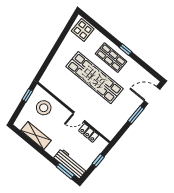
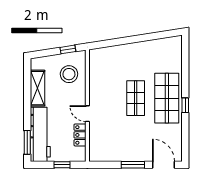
display table: (83, 30) -> (171, 51), removed
shop shelf: (111, 58) -> (167, 98), width x1.43, depth x1.36
shop shelf: (94, 78) -> (136, 98), width x0.50, depth x0.74
workbench: (70, 164) -> (40, 134), width x1.36, depth x1.32

